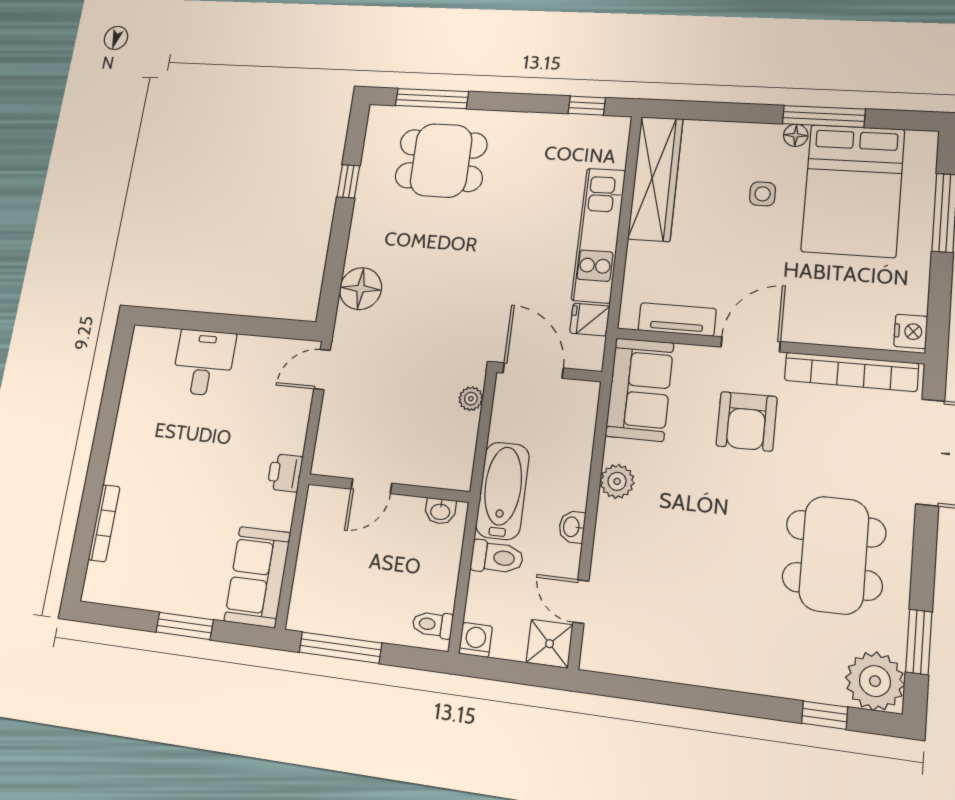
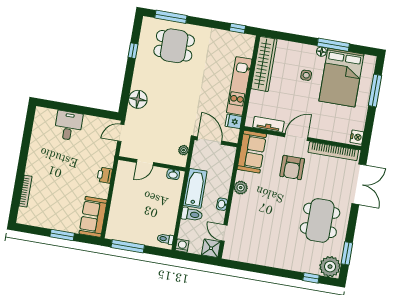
door: (371, 486) -> (145, 163), moved
wall: (388, 488) -> (152, 164), moved
washbasin: (440, 511) -> (173, 174), moved

